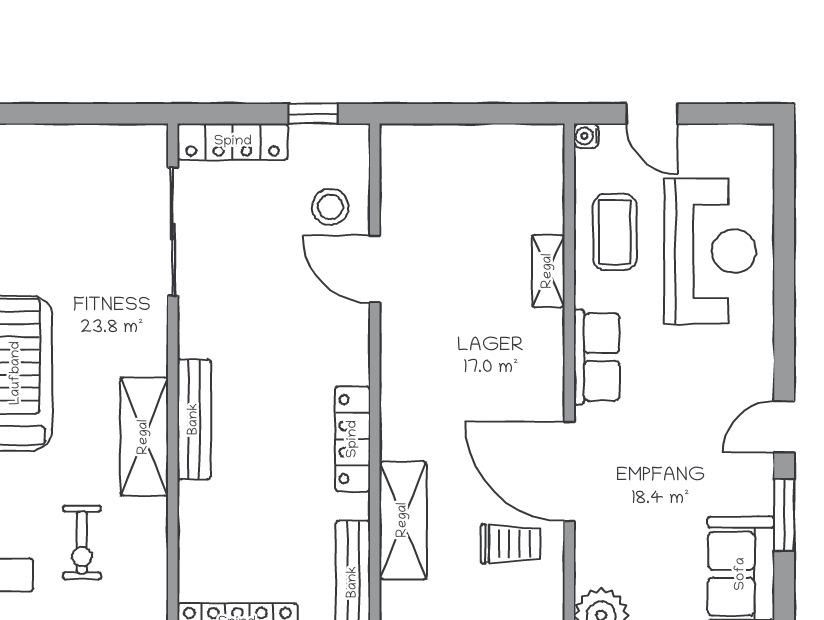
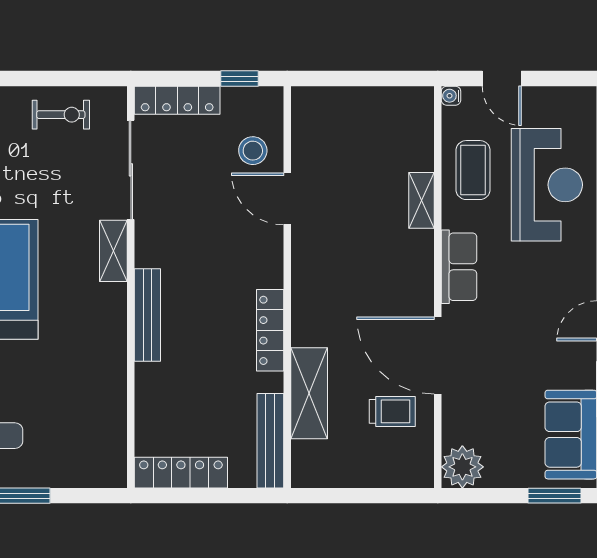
shelving: (144, 437) -> (113, 251), moved, width x0.67, depth x0.75
exercise bike: (82, 543) -> (61, 115), moved, turned -90

